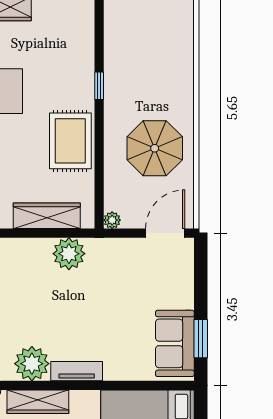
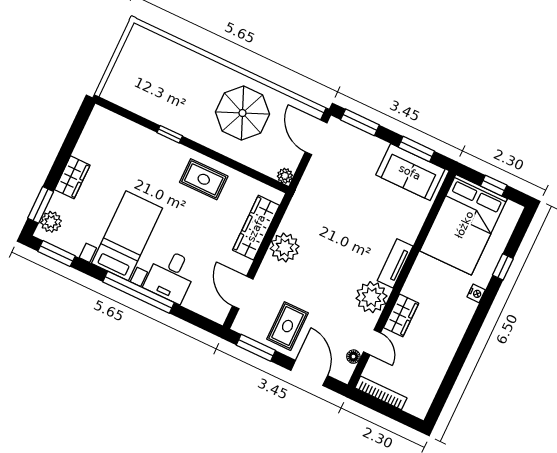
rug: (70, 141) -> (204, 179), width x0.73, depth x0.70
plant: (69, 254) -> (285, 247), moved
window: (201, 270) -> (360, 122), added
wardrobe: (38, 402) -> (401, 315), width x0.67

